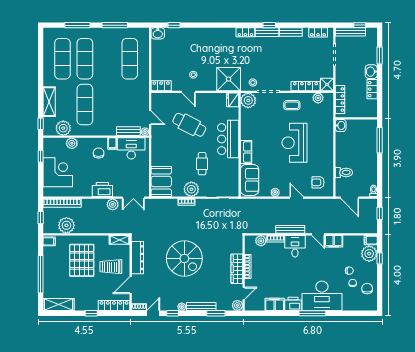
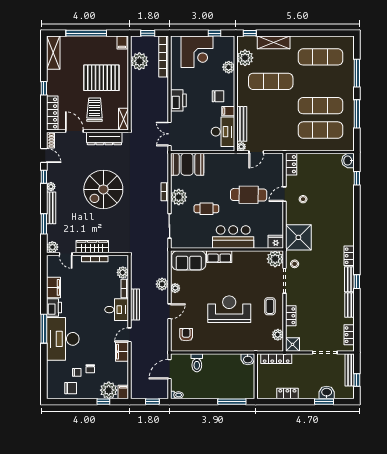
exercise mat: (85, 59) -> (320, 106), moved
washbasin: (371, 72) -> (327, 392), moved
locker: (306, 86) -> (291, 316), width x0.66
cafe table: (189, 125) -> (249, 195), turned 64
bench: (128, 131) -> (242, 124), width x1.36
plant: (113, 204) -> (162, 284), moved

